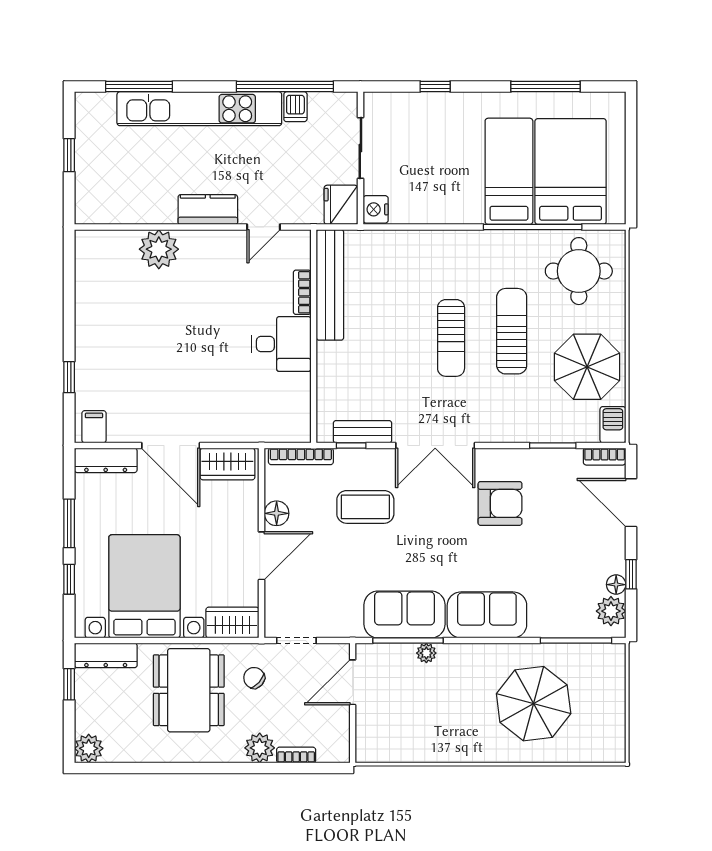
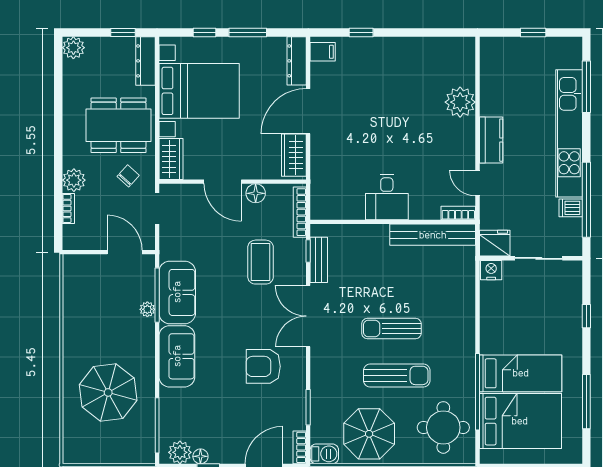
bookcase: (302, 292) -> (458, 213), moved
armchair: (500, 503) -> (263, 366), turned 90

